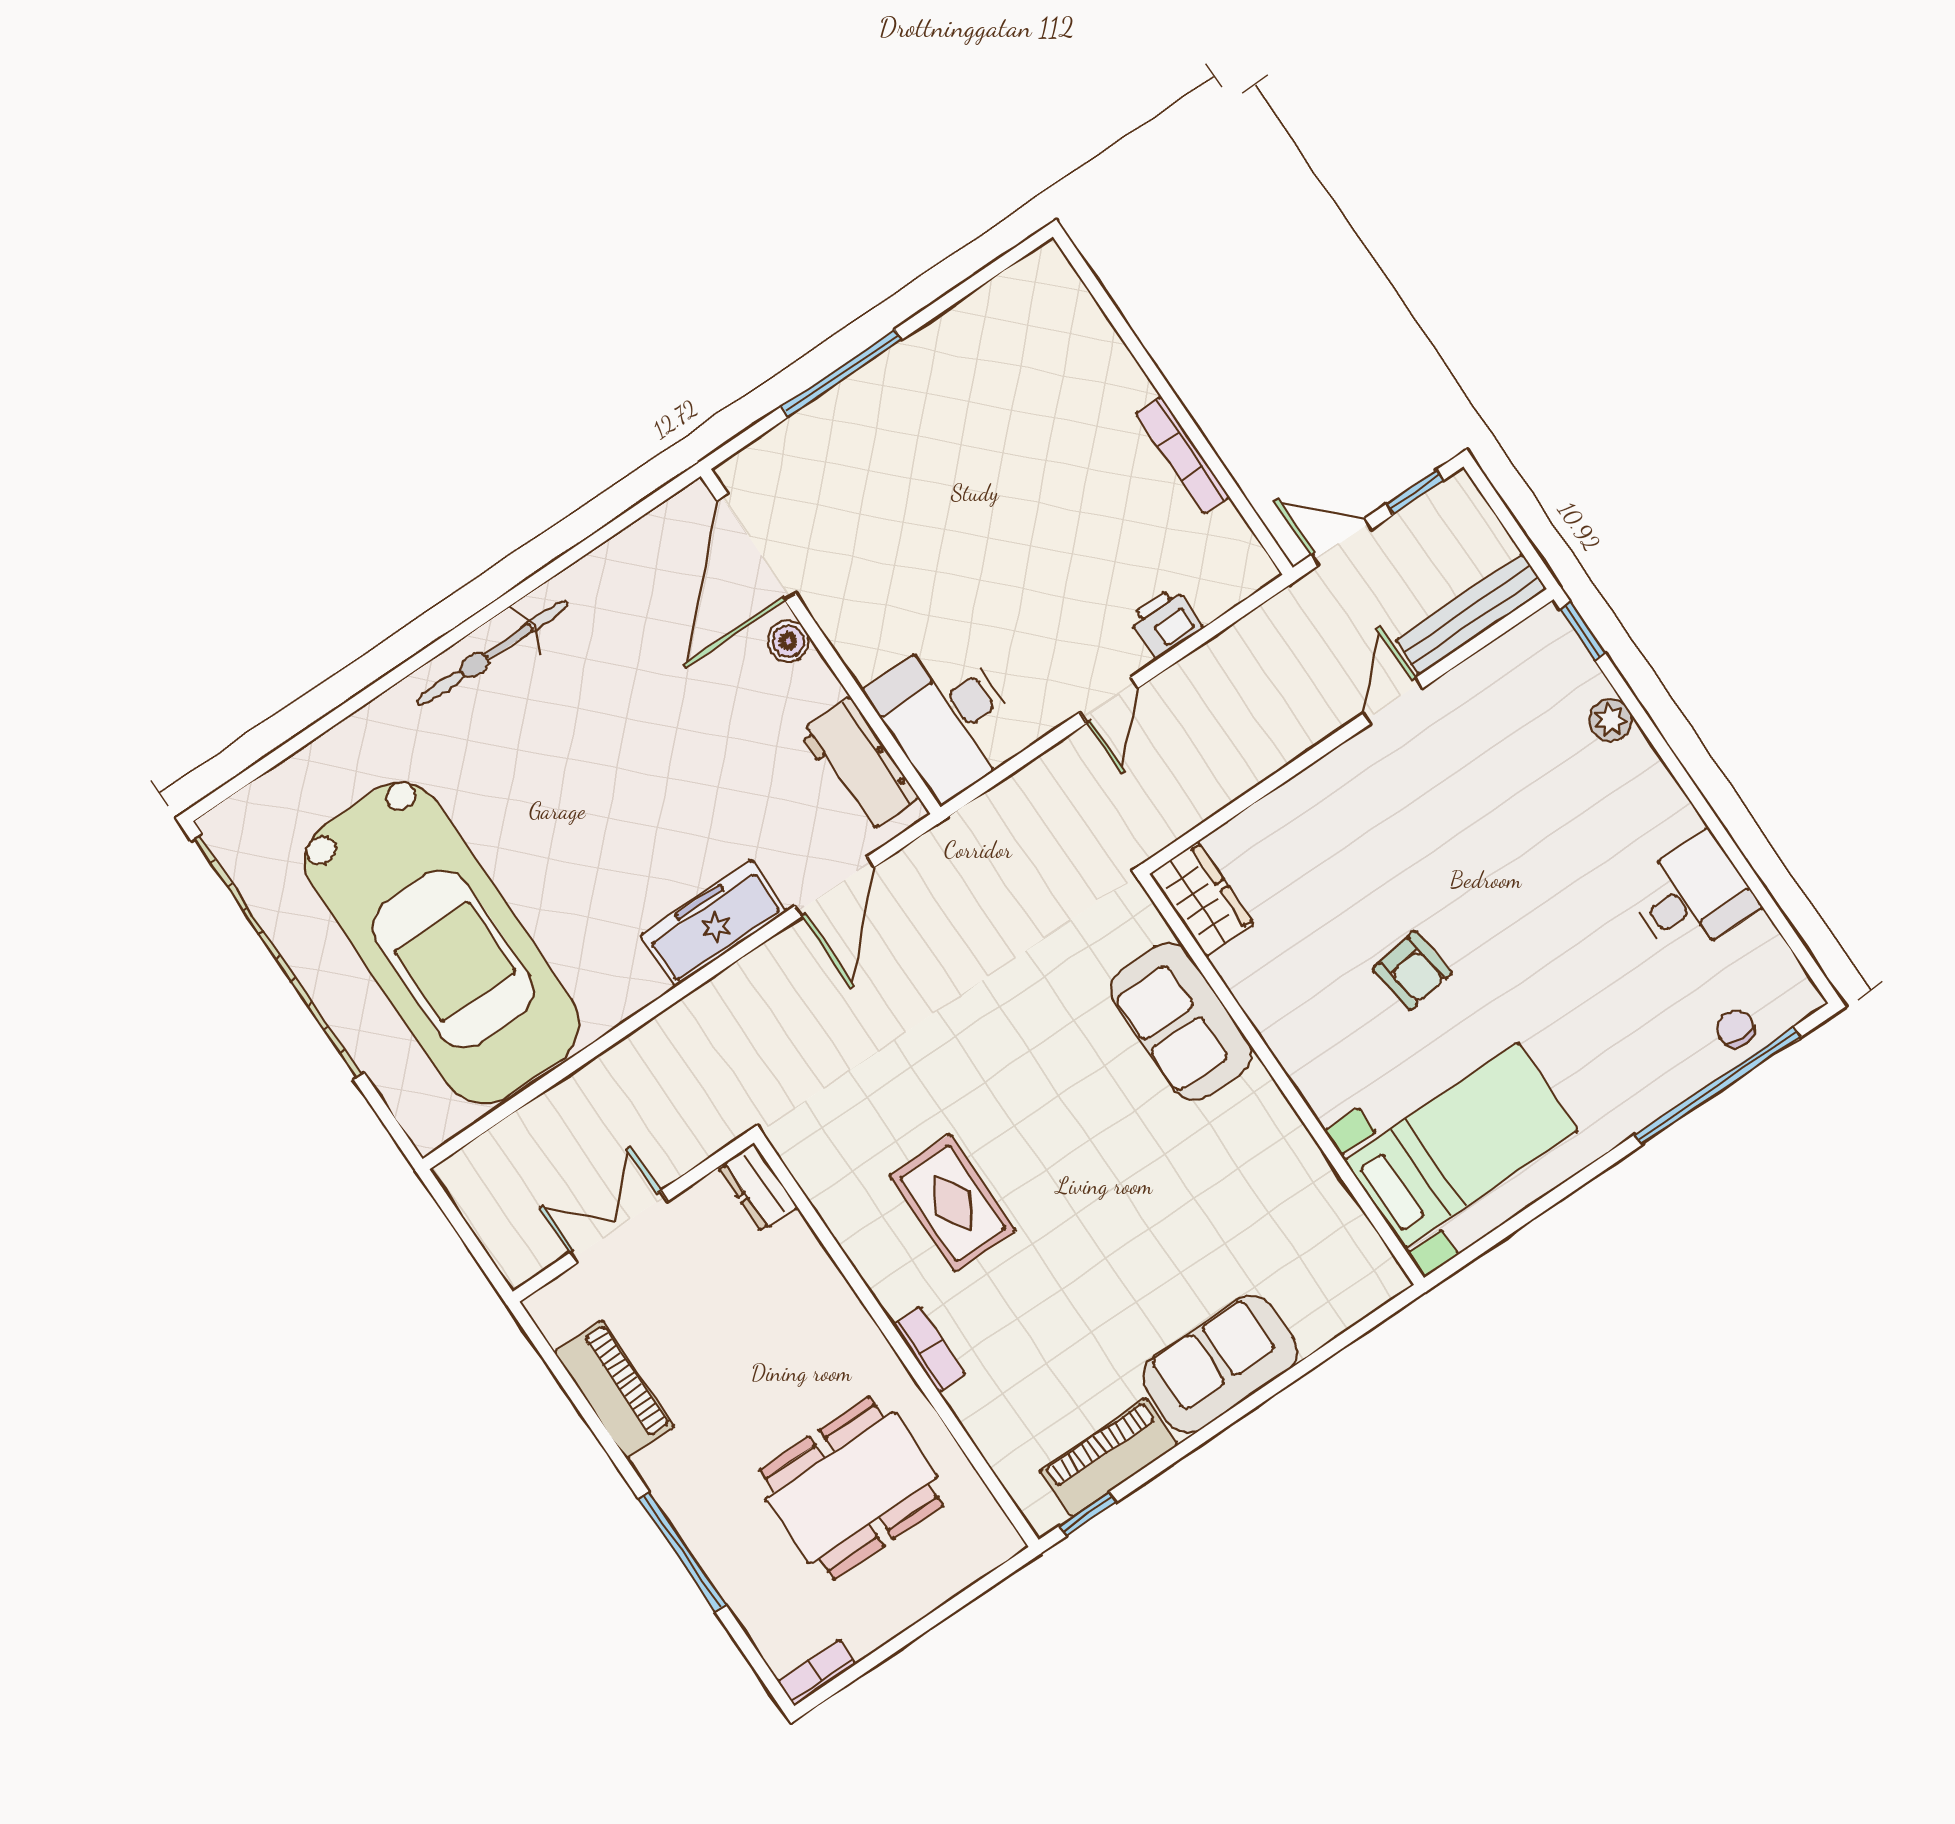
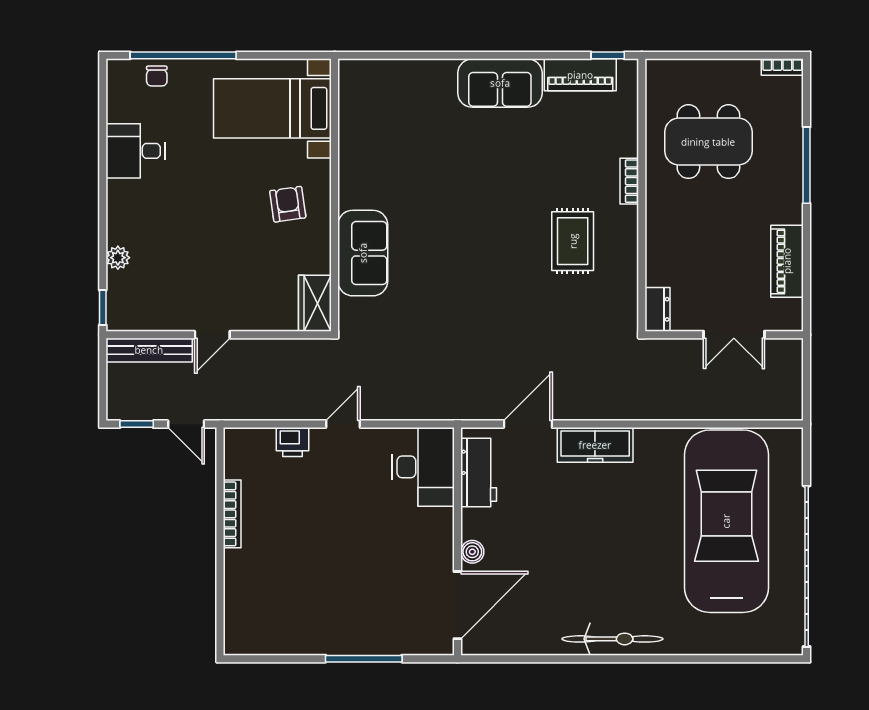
wardrobe: (1202, 899) -> (315, 303), moved
sofa: (1181, 1022) -> (363, 253), moved
wall: (1282, 1079) -> (335, 195), moved
bed with nightstands: (1461, 1145) -> (272, 108), moved

